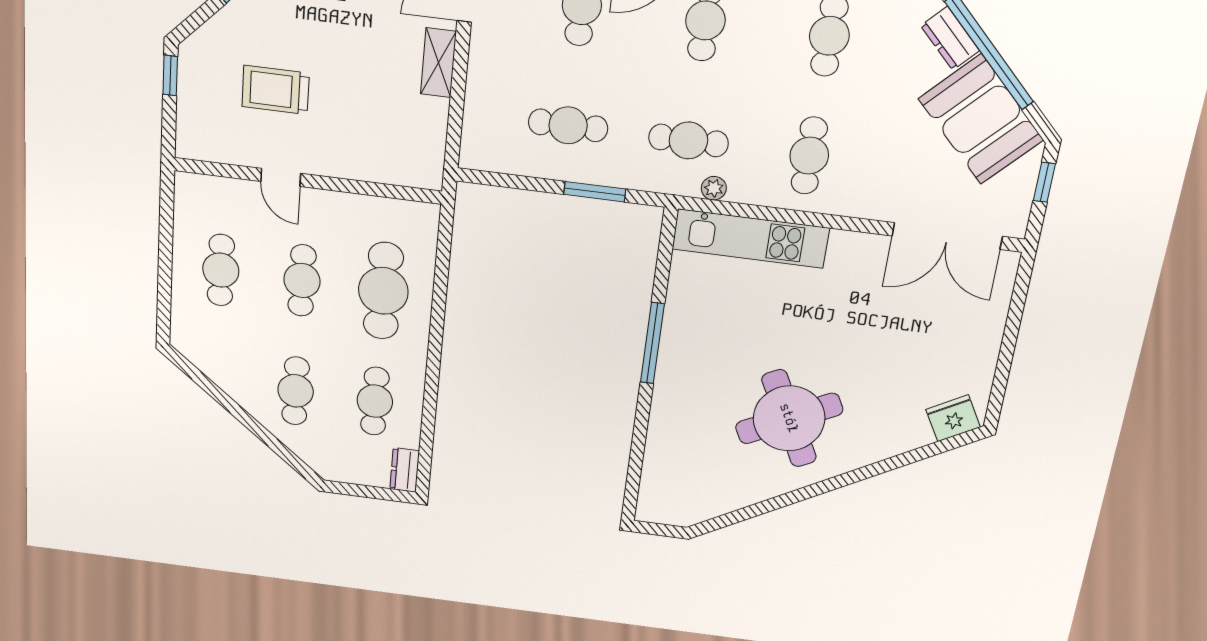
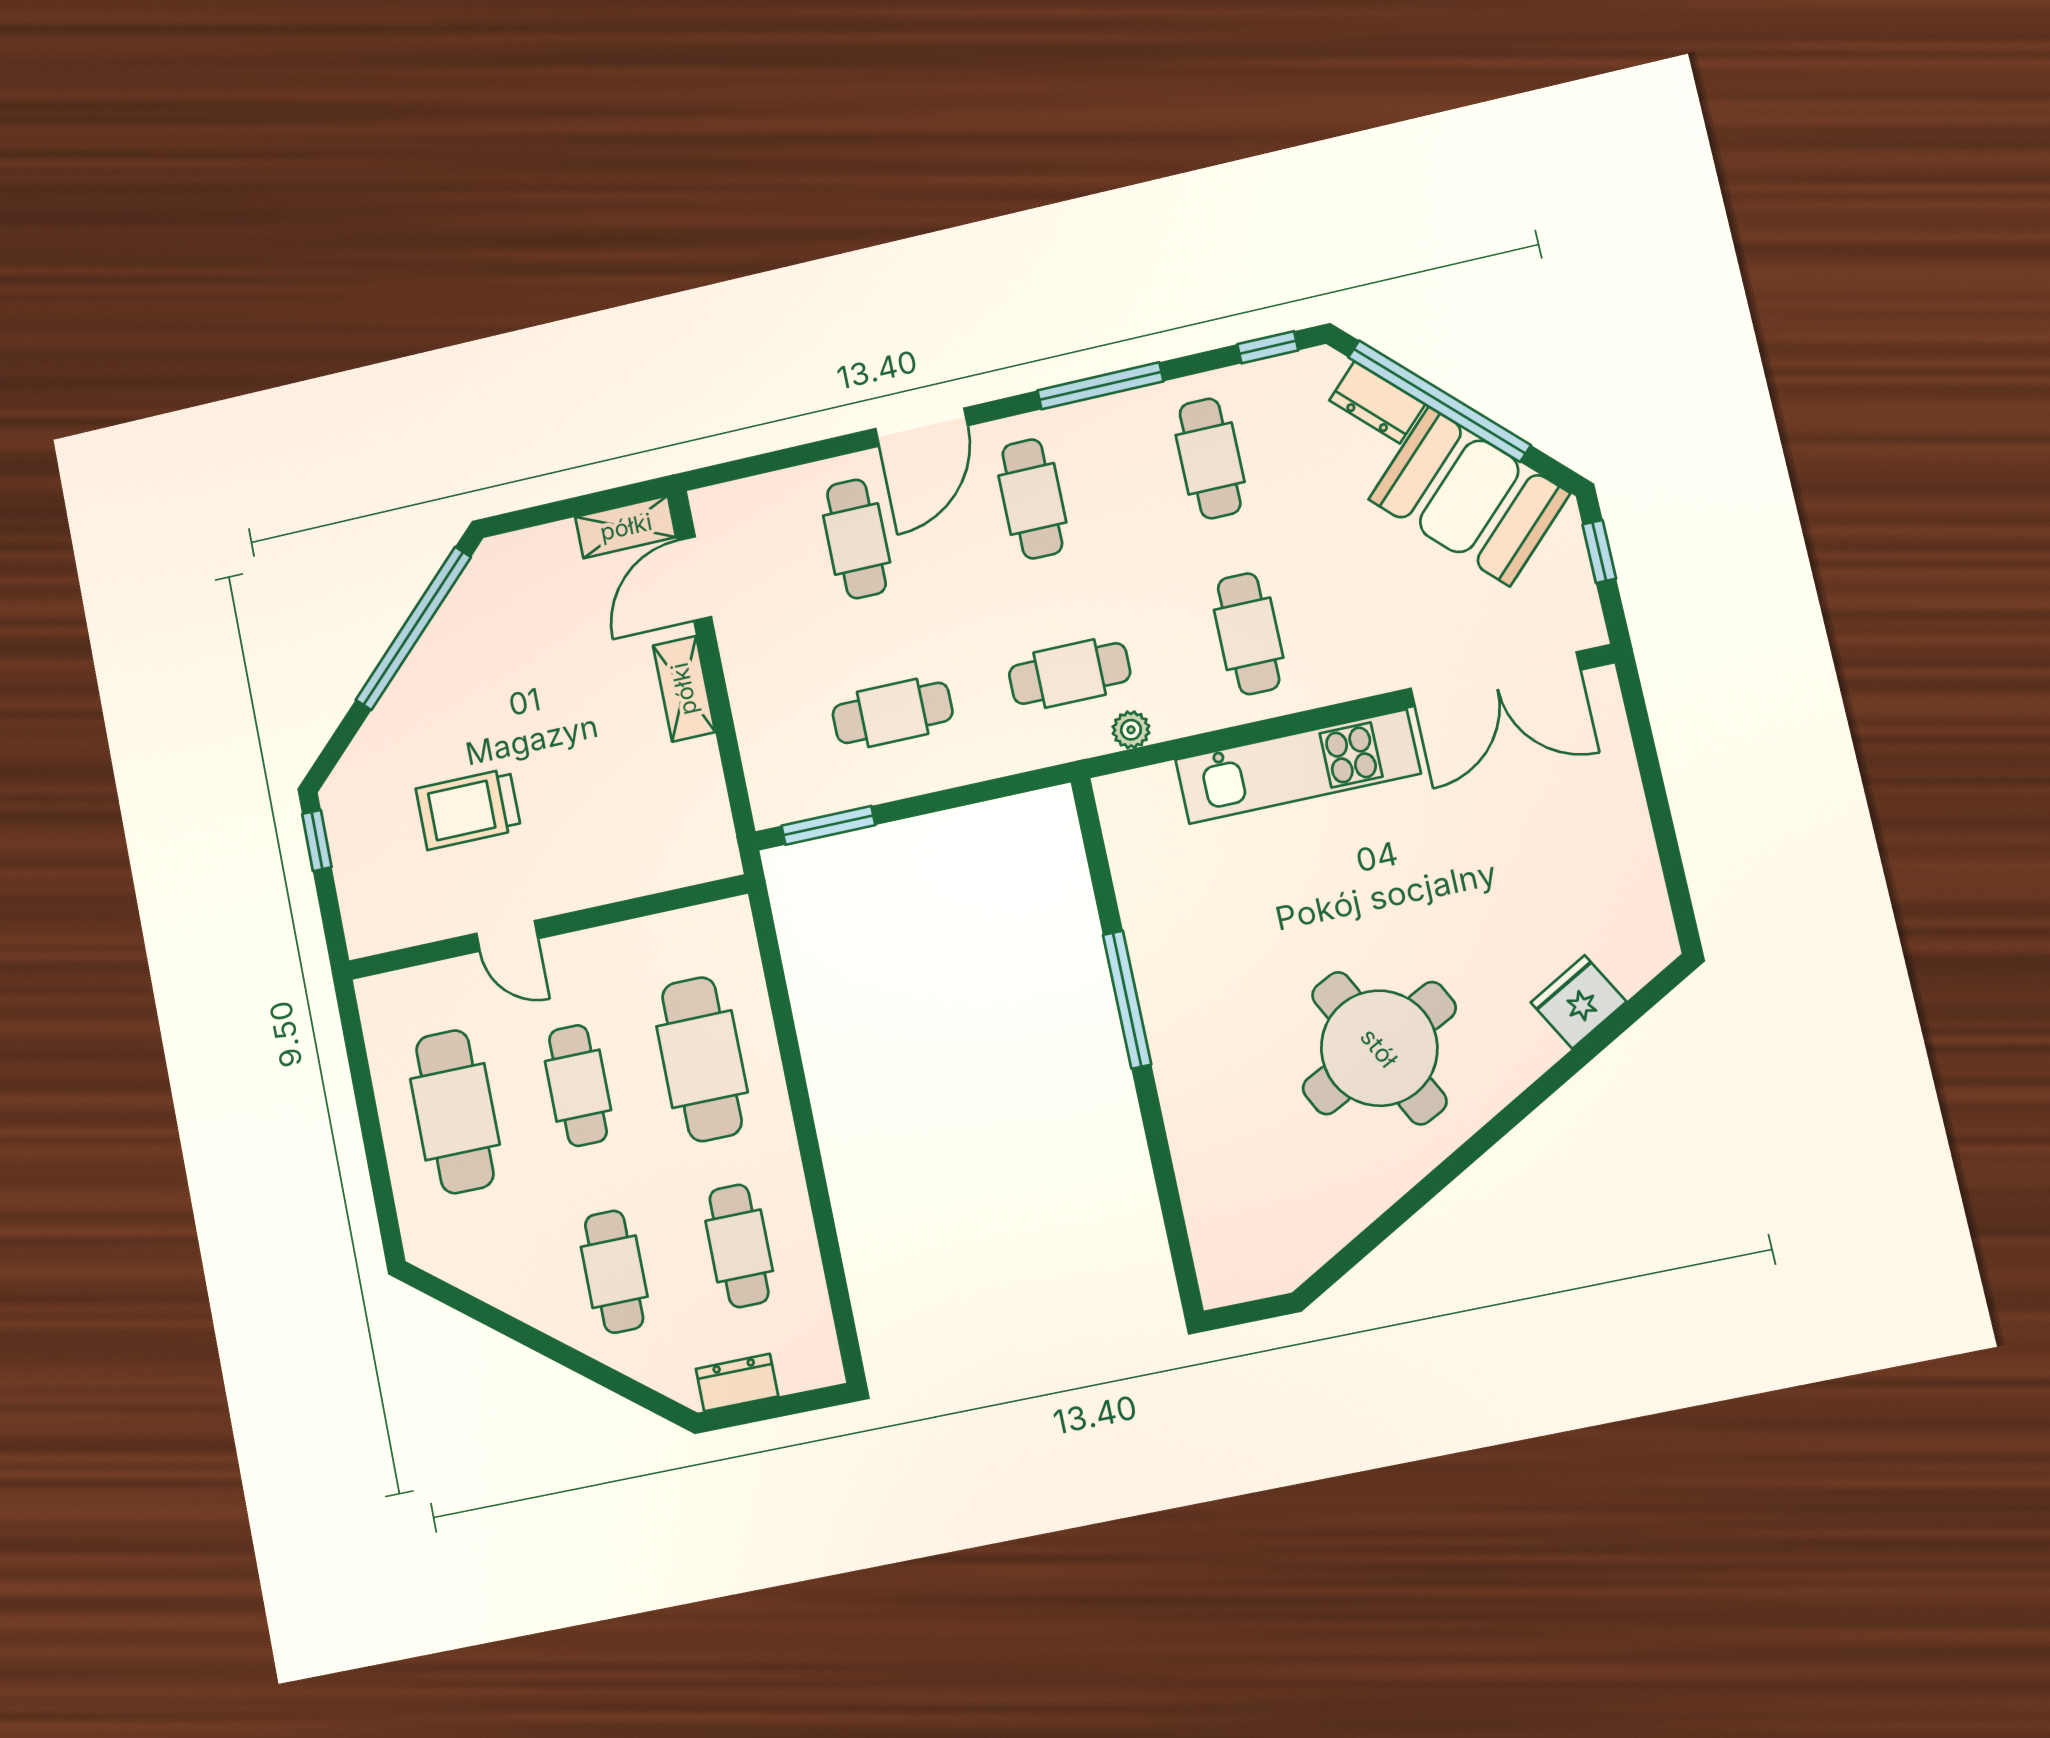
window: (595, 192) -> (828, 825), moved
kitchen unit: (750, 238) -> (1298, 767), moved
cafe table: (221, 270) -> (455, 1112), width x1.37, depth x1.35
fridge: (953, 418) -> (1578, 1002), moved
dresser: (405, 470) -> (737, 1383), moved, turned 90

